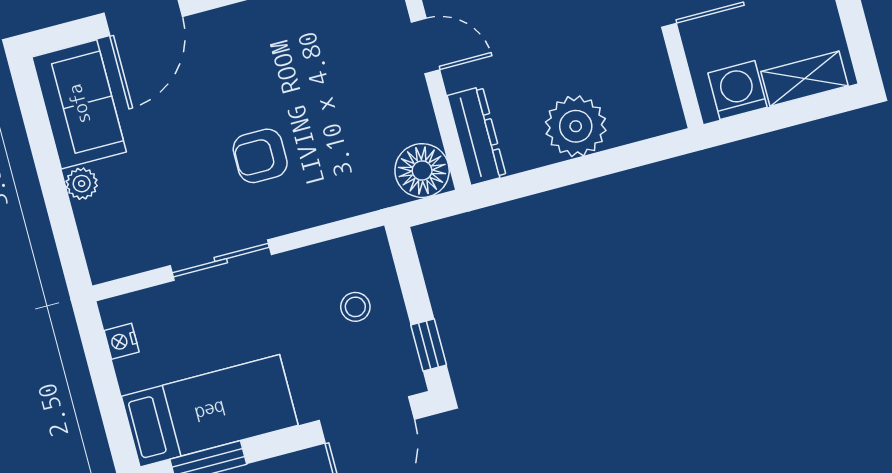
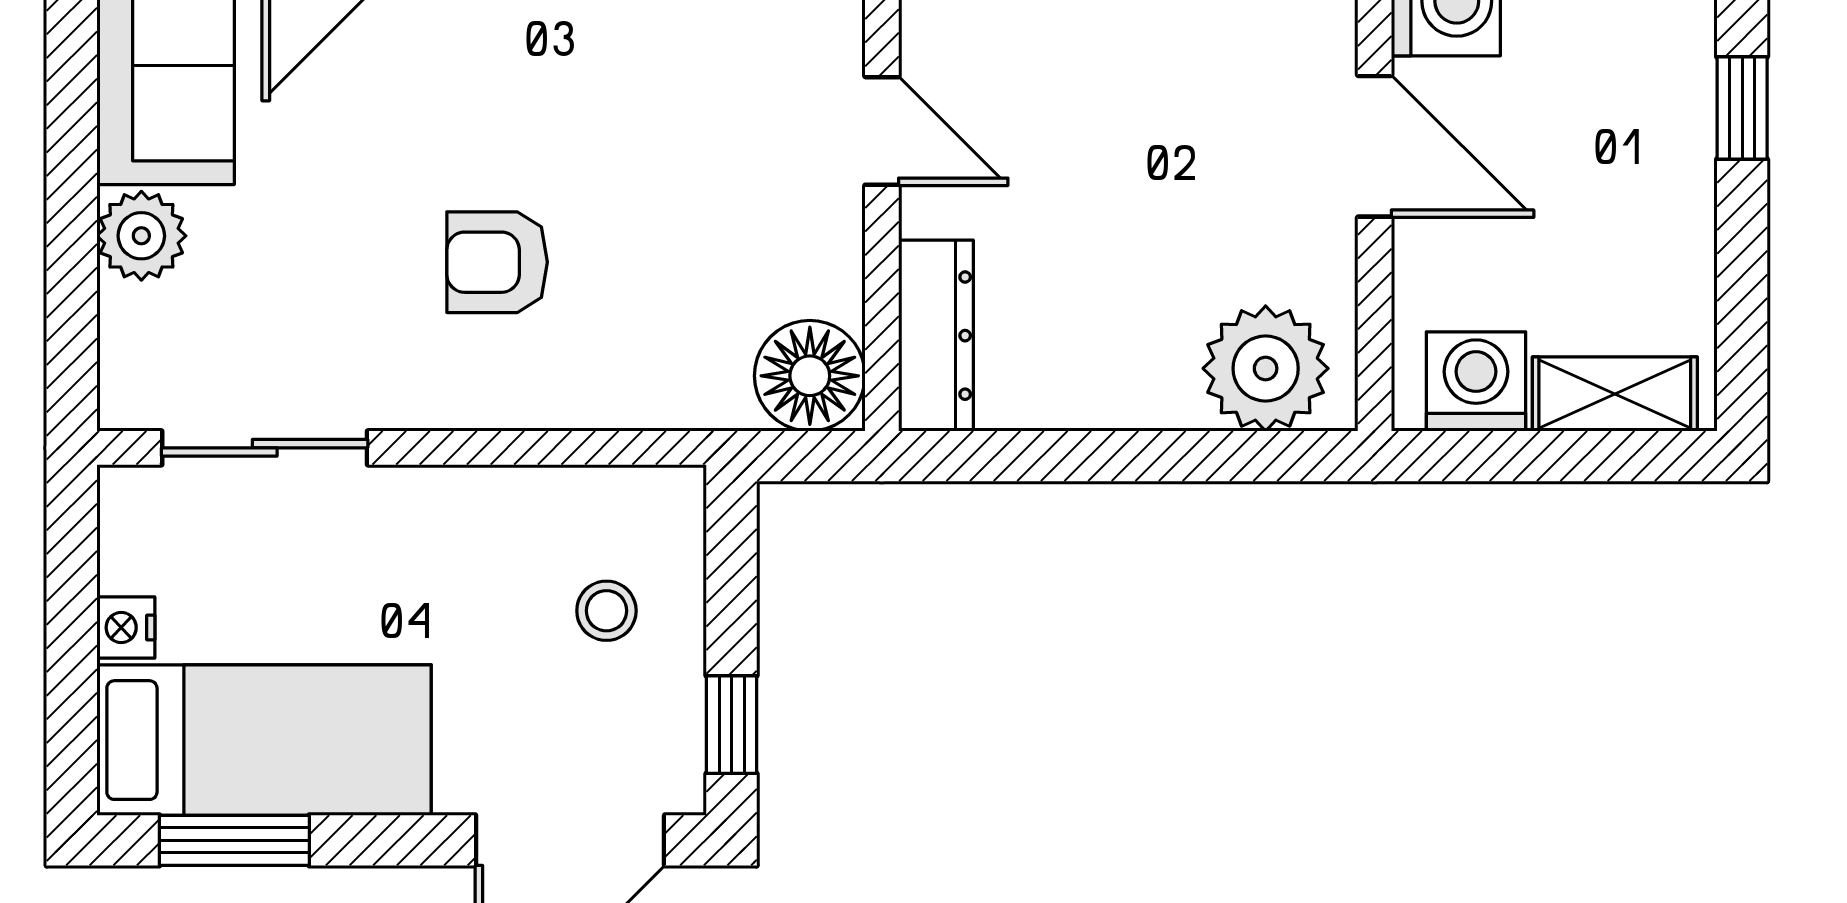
plant: (576, 126) -> (1266, 368), moved
plant: (82, 184) -> (141, 236), width x1.38, depth x1.38
sliding door: (221, 260) -> (265, 448), moved
nightstand: (122, 341) -> (126, 628), moved

